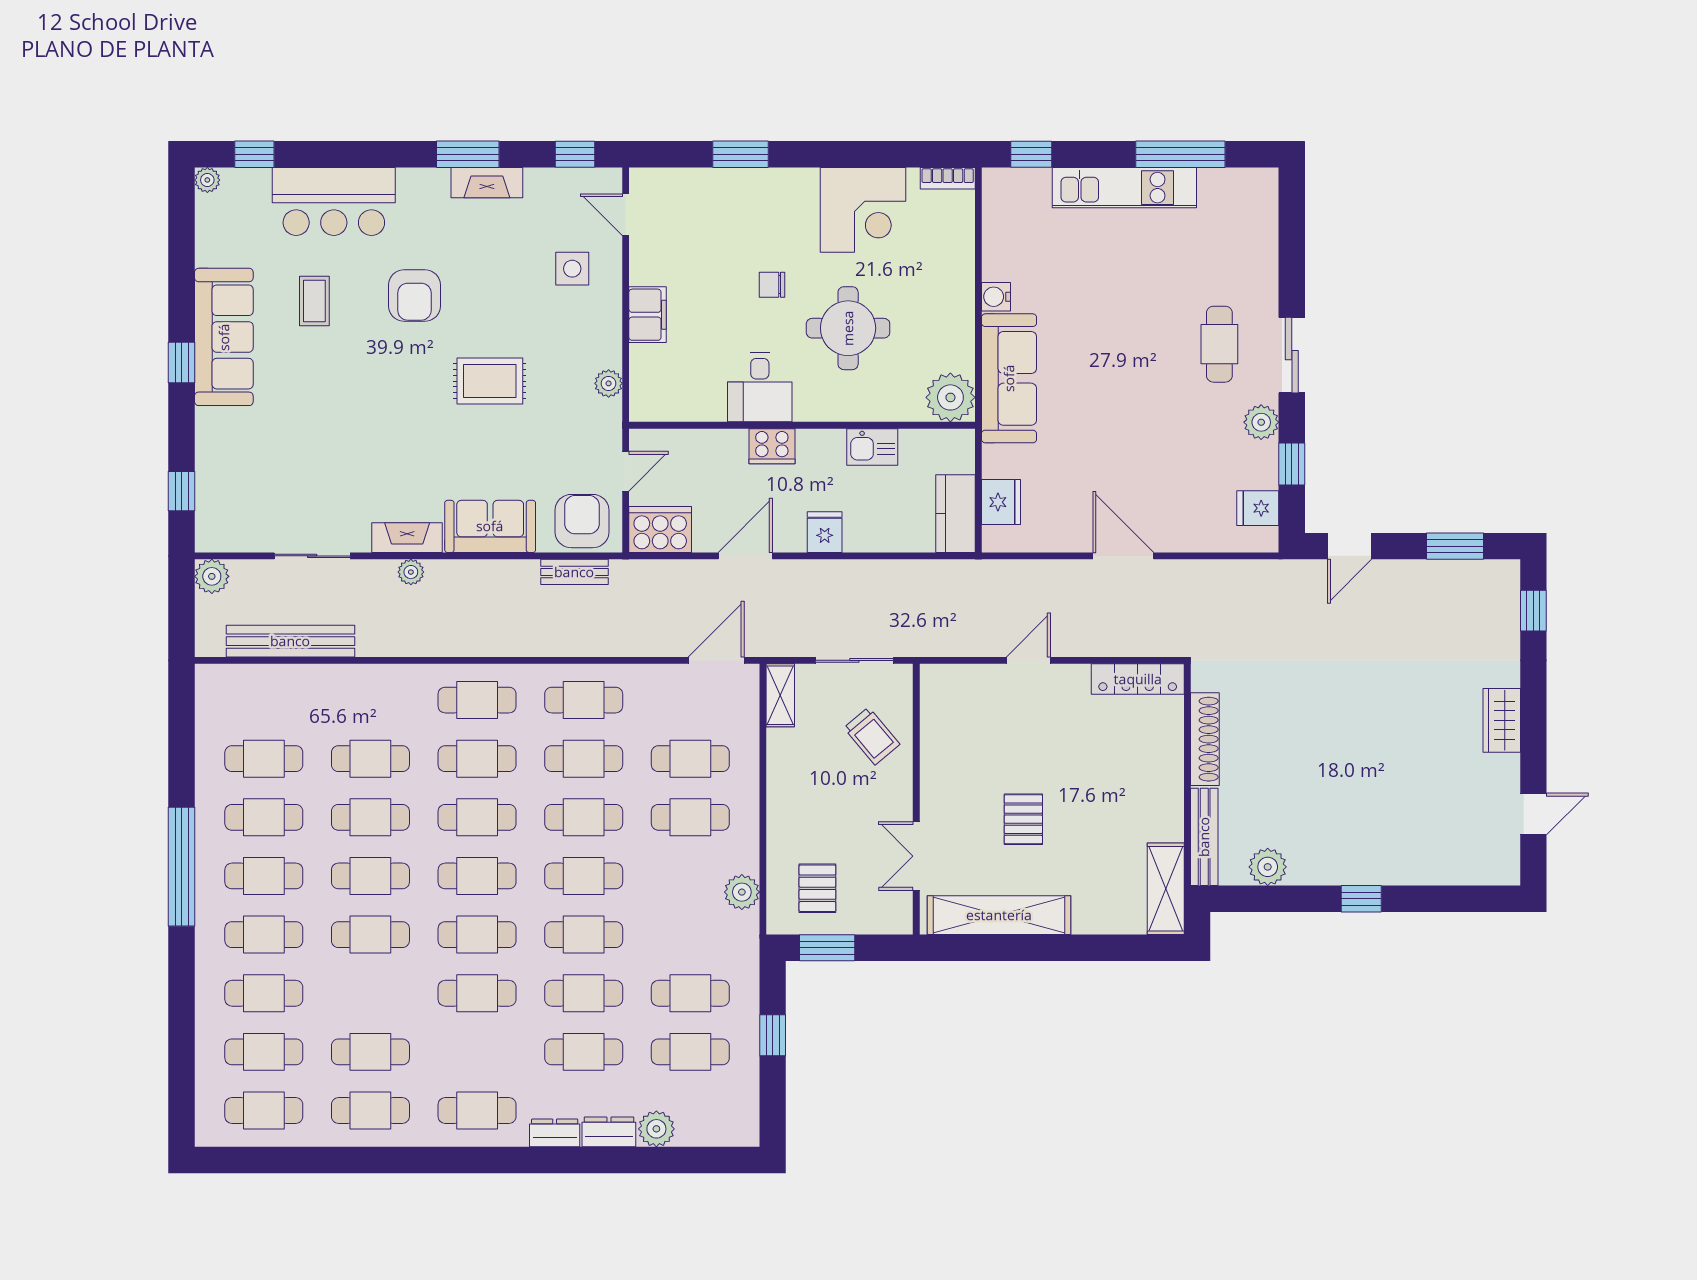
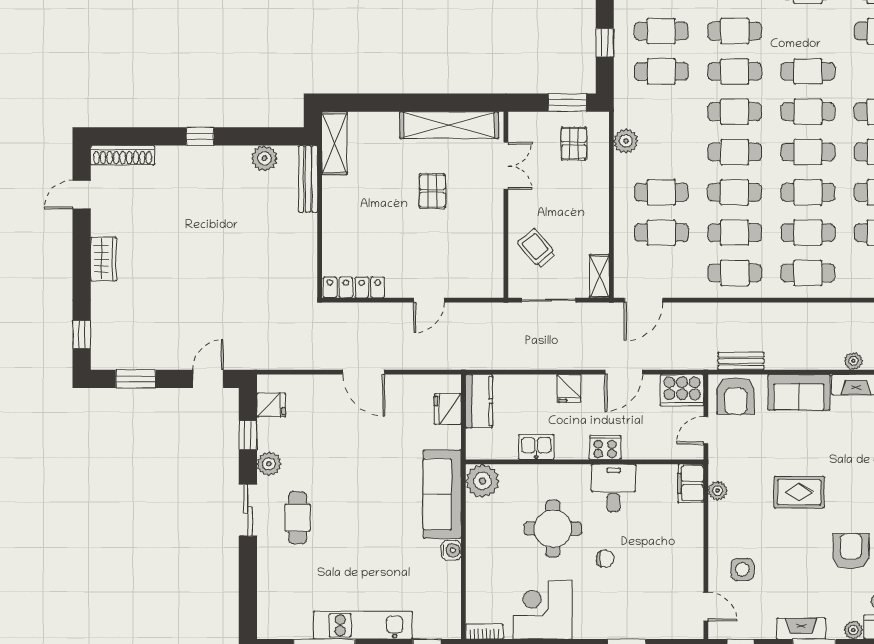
plant: (411, 181) -> (853, 630), added
filing cabinet: (648, 315) -> (691, 483), moved
shoe rack: (1205, 739) -> (123, 155), moved, turned -90

